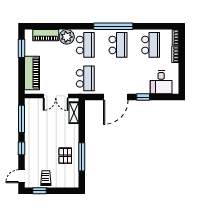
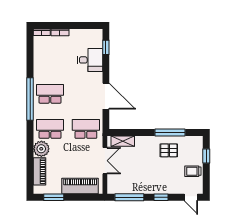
school desk: (151, 45) -> (50, 59), removed
desk: (161, 82) -> (90, 60), moved
window: (143, 97) -> (106, 47), moved
window: (40, 191) -> (206, 156), moved

